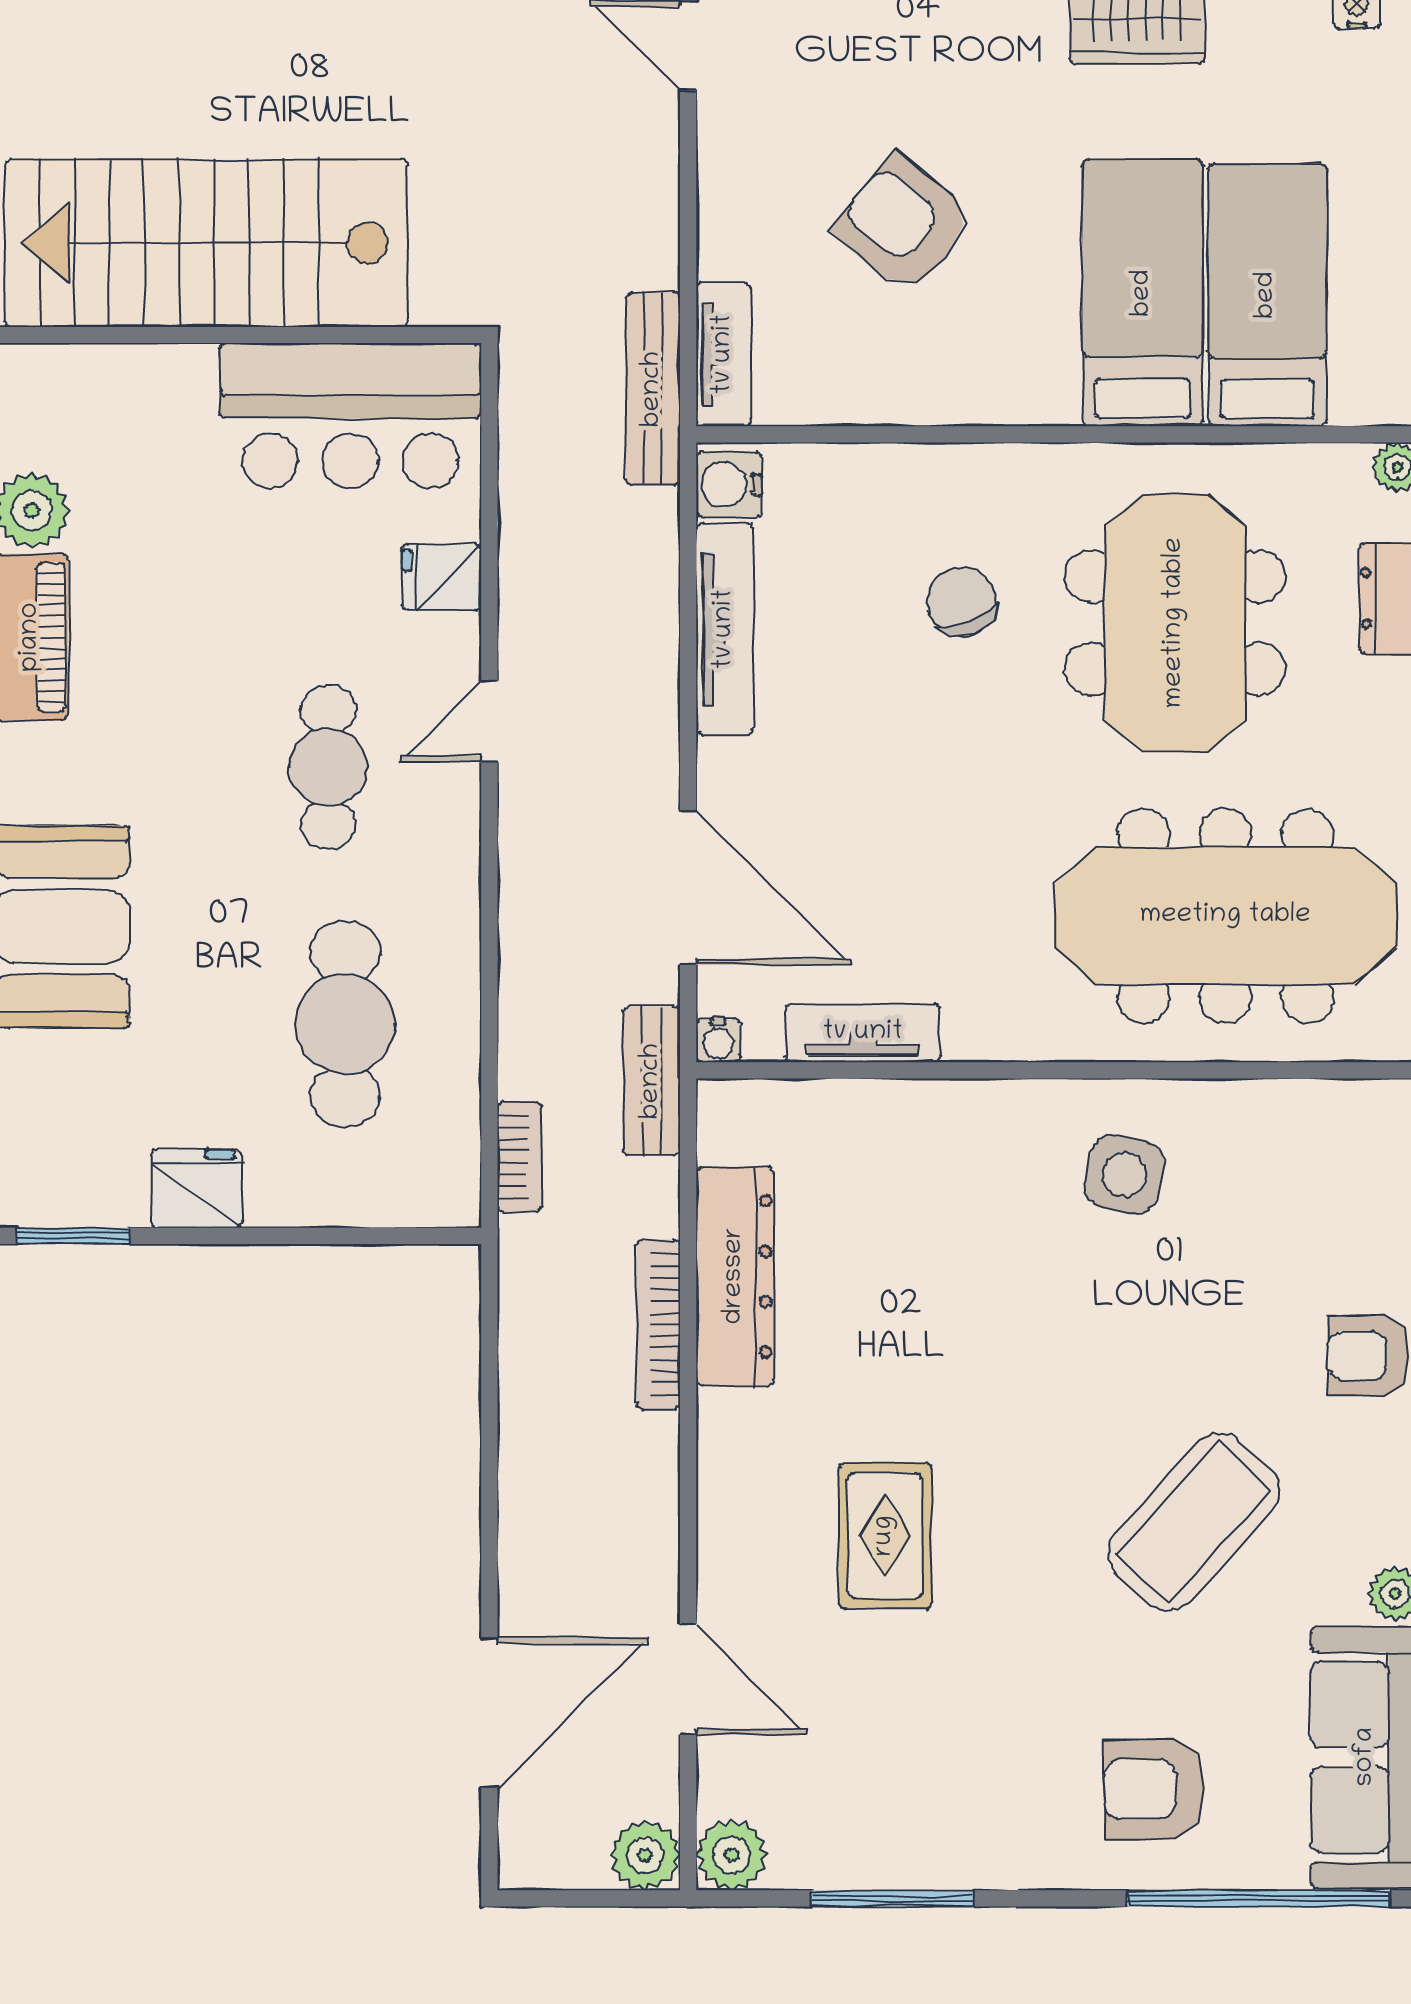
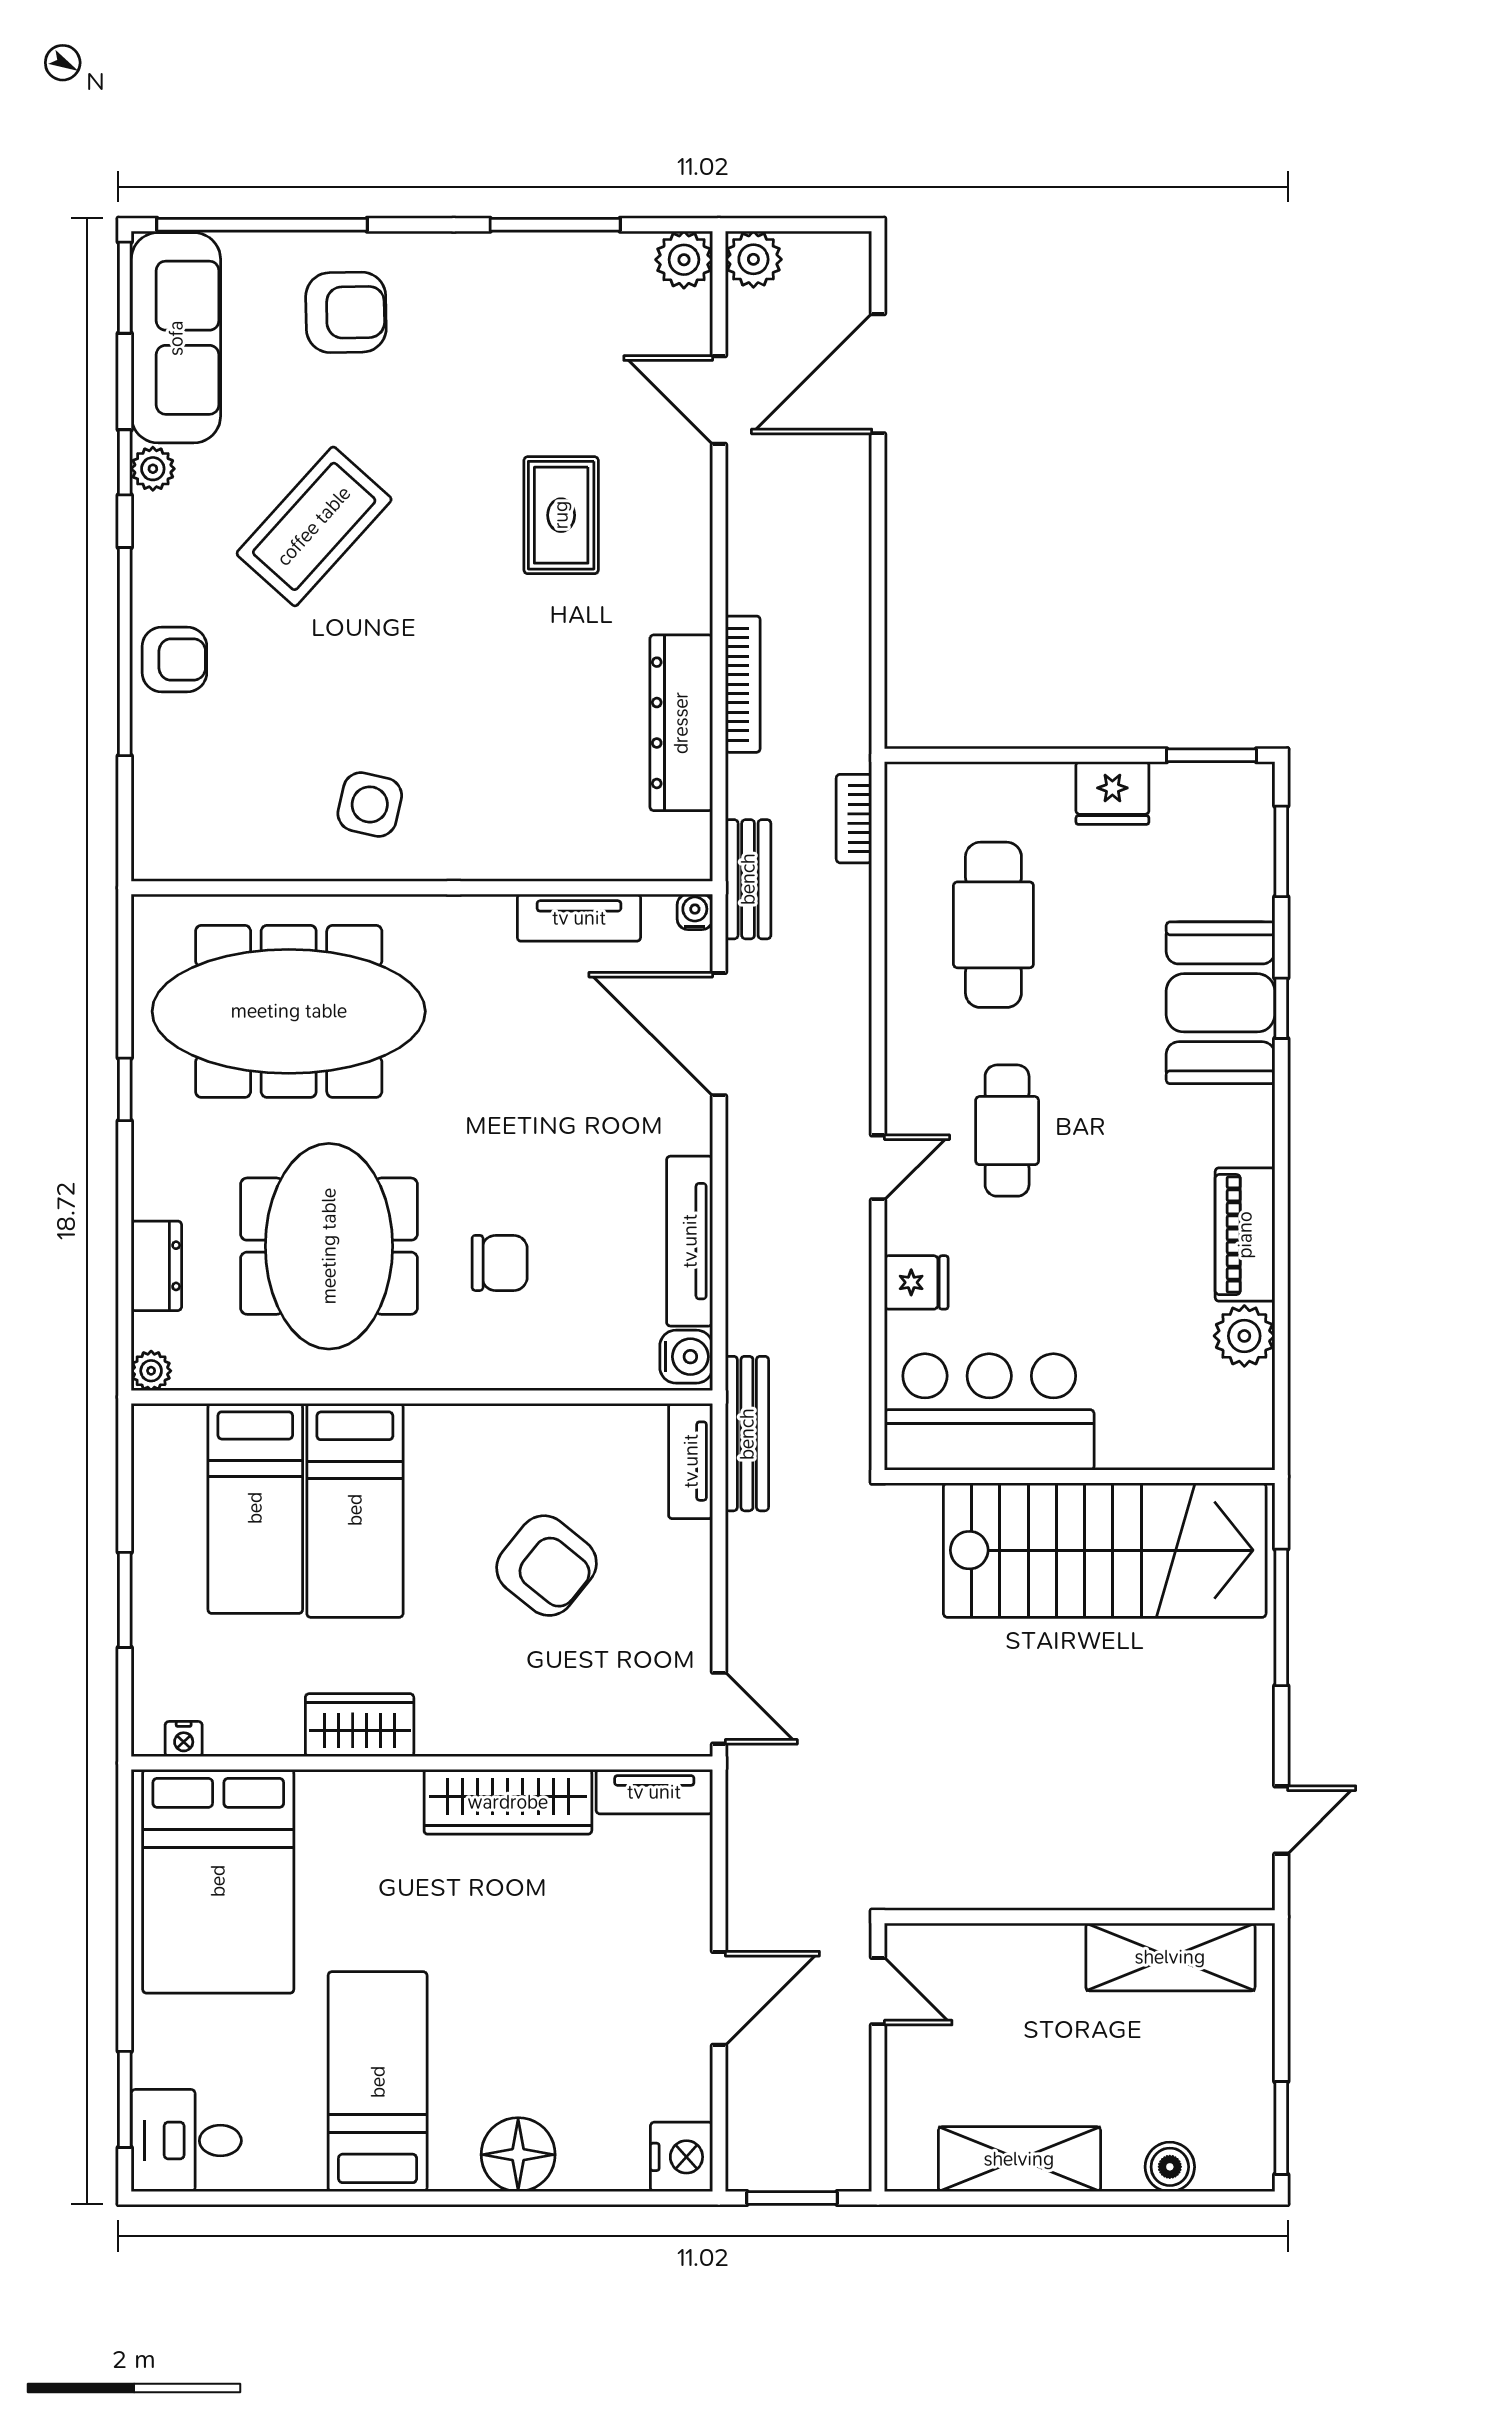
chair: (962, 602) -> (500, 1263), turned -69

